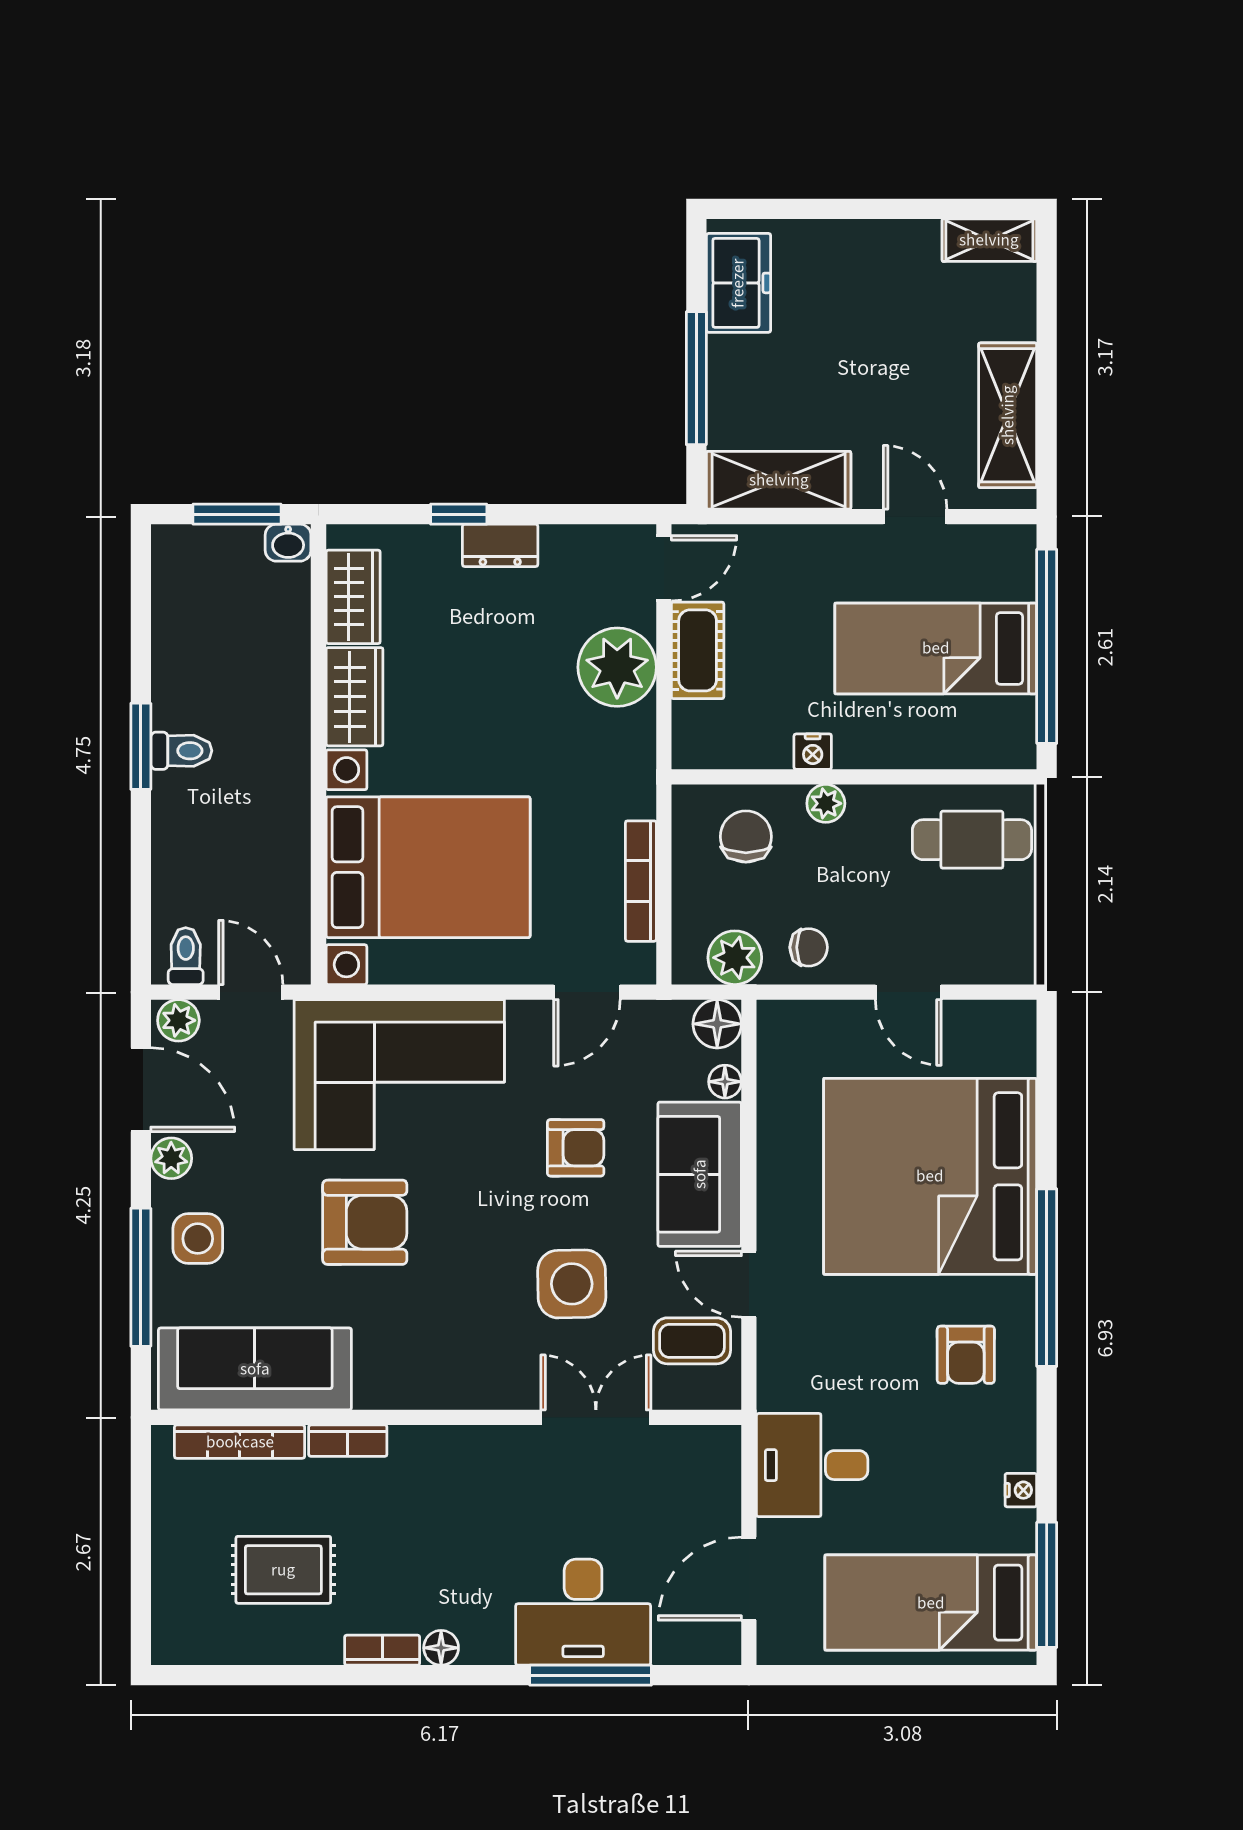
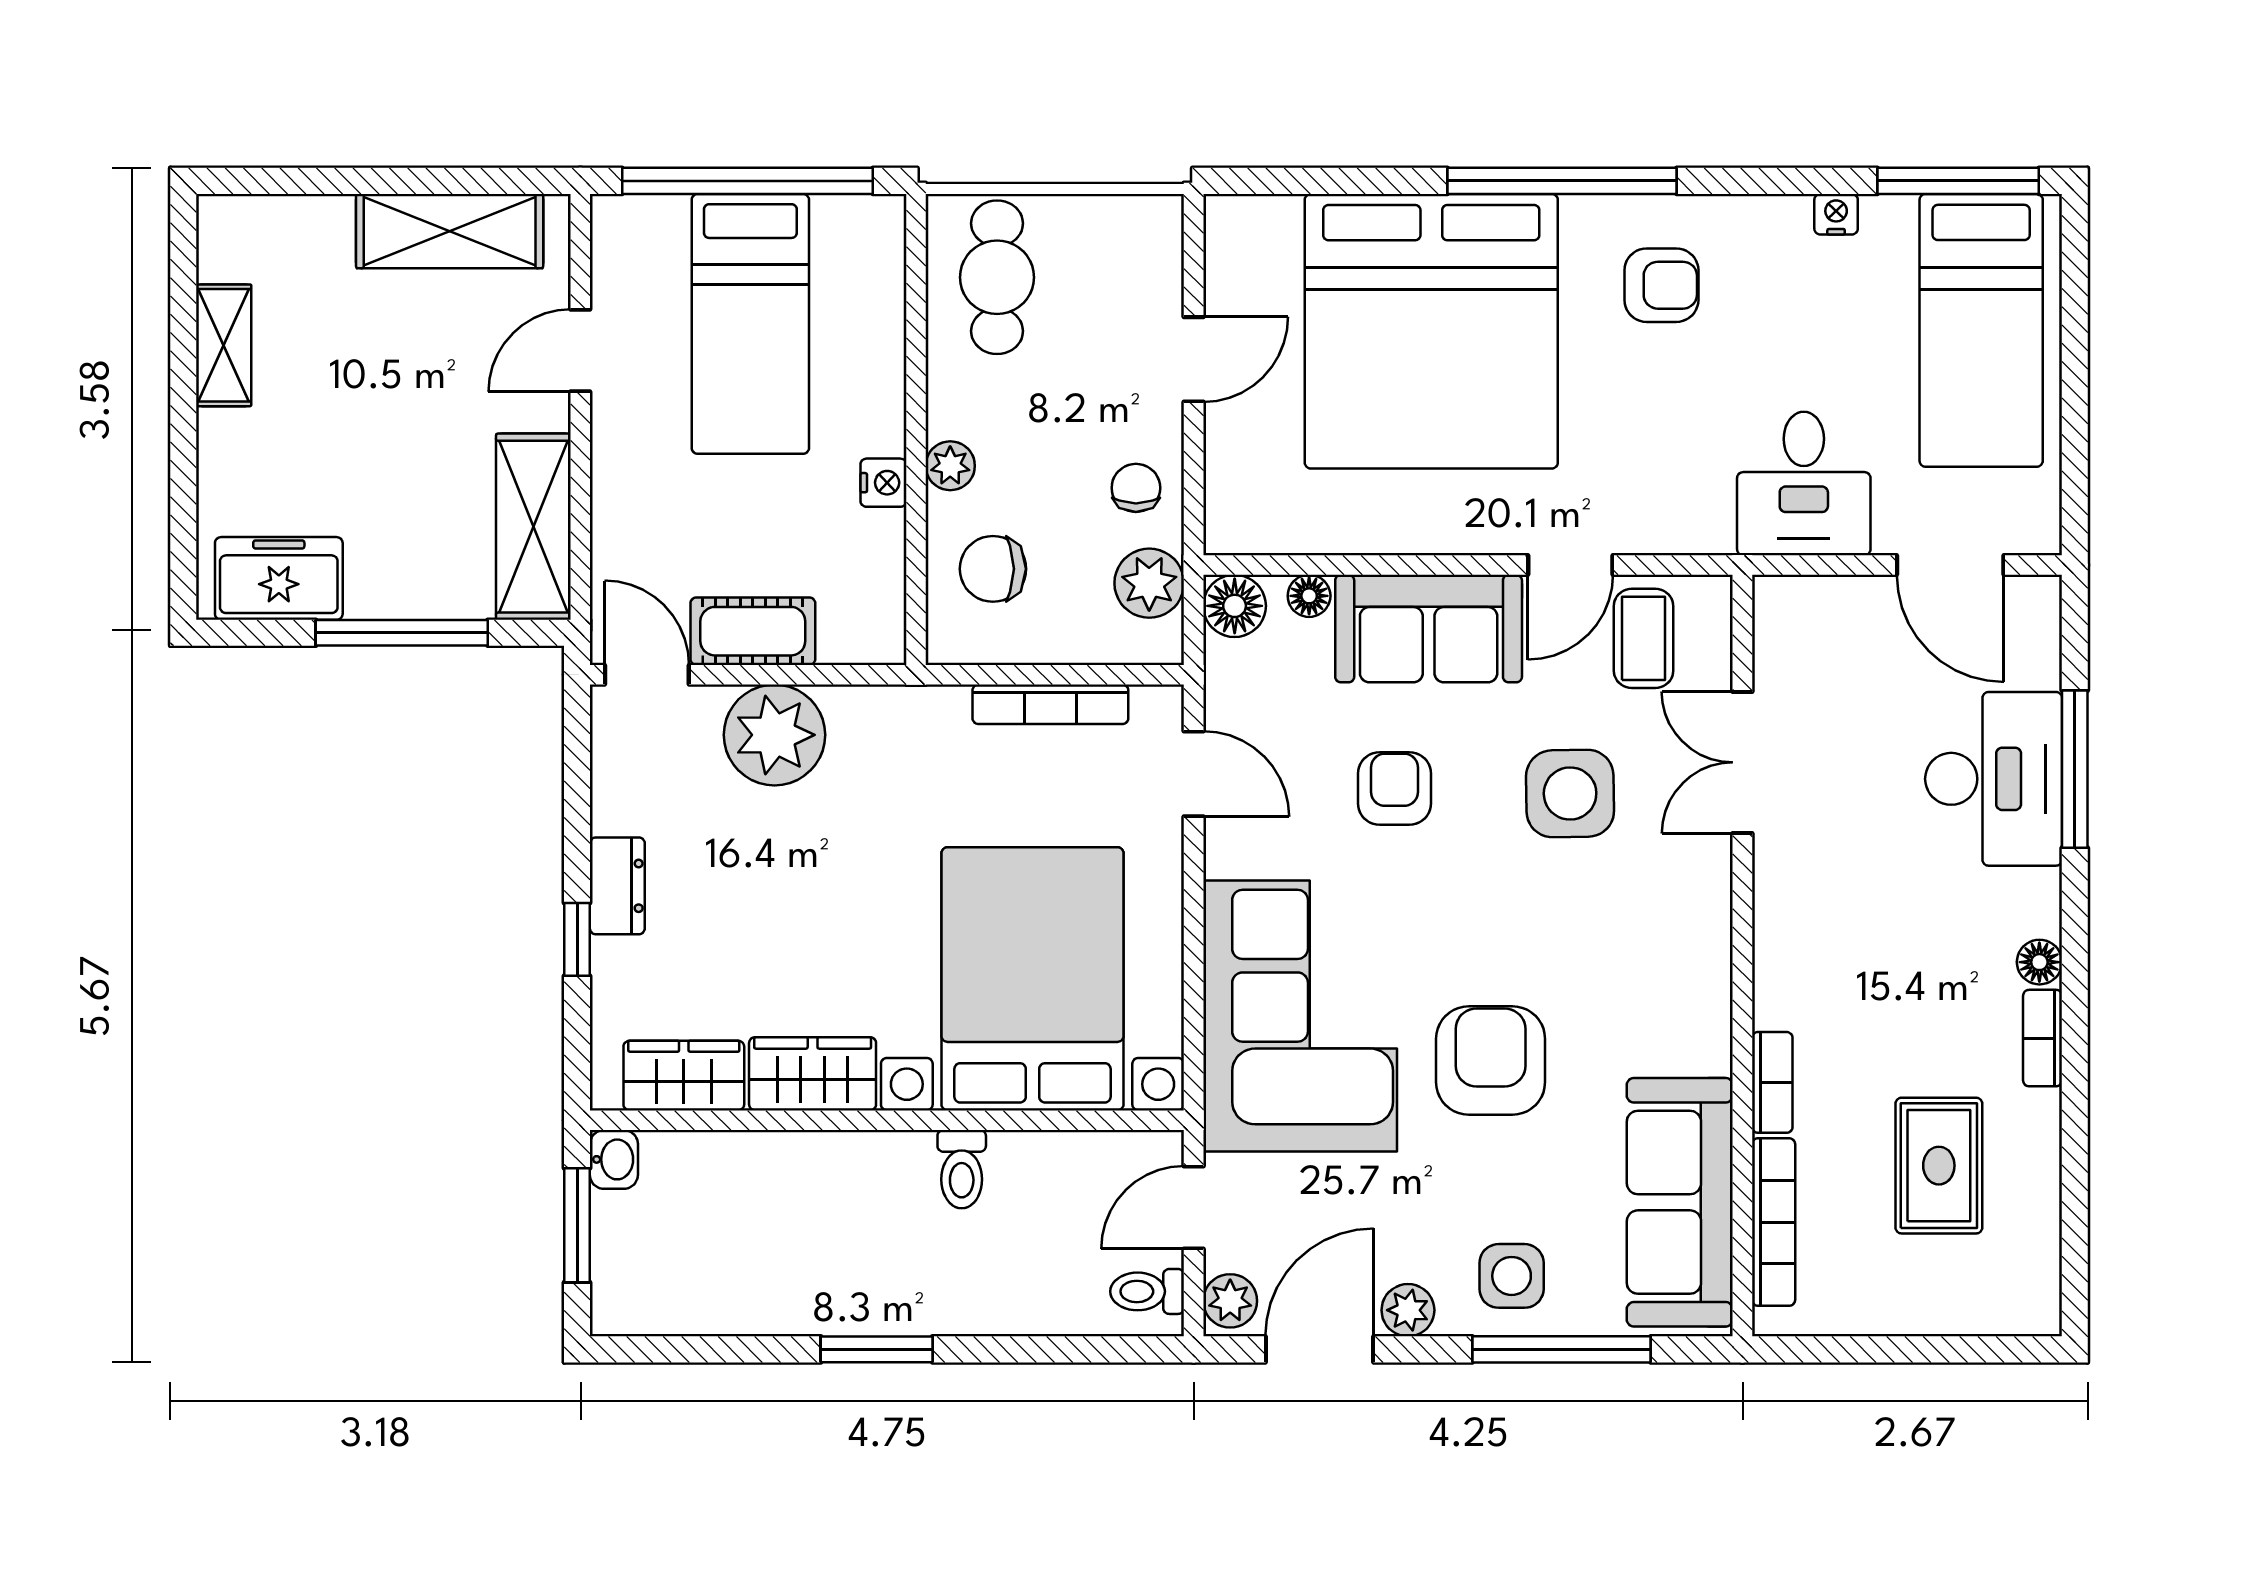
shelving: (989, 240) -> (224, 345), moved
toilet: (181, 751) -> (962, 1169), moved, turned 180

